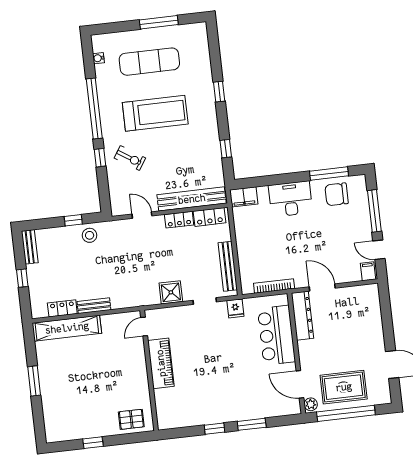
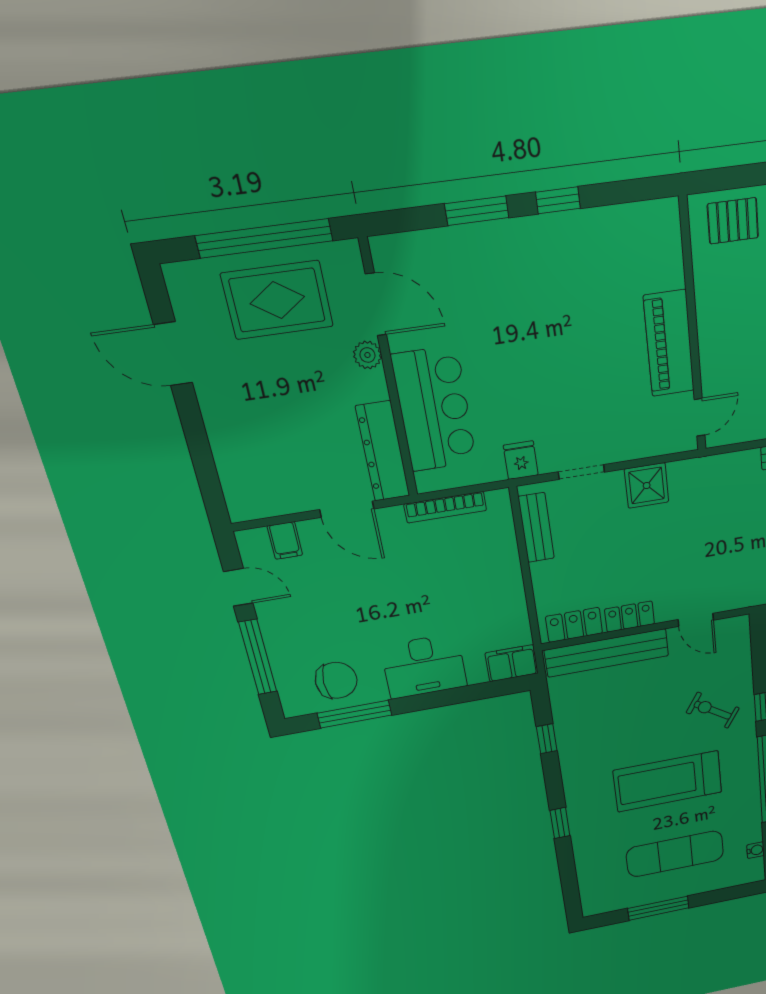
bench: (228, 266) -> (536, 528), width x0.73
filing cabinet: (368, 271) -> (285, 541), moved
plant: (311, 404) -> (367, 355), moved

